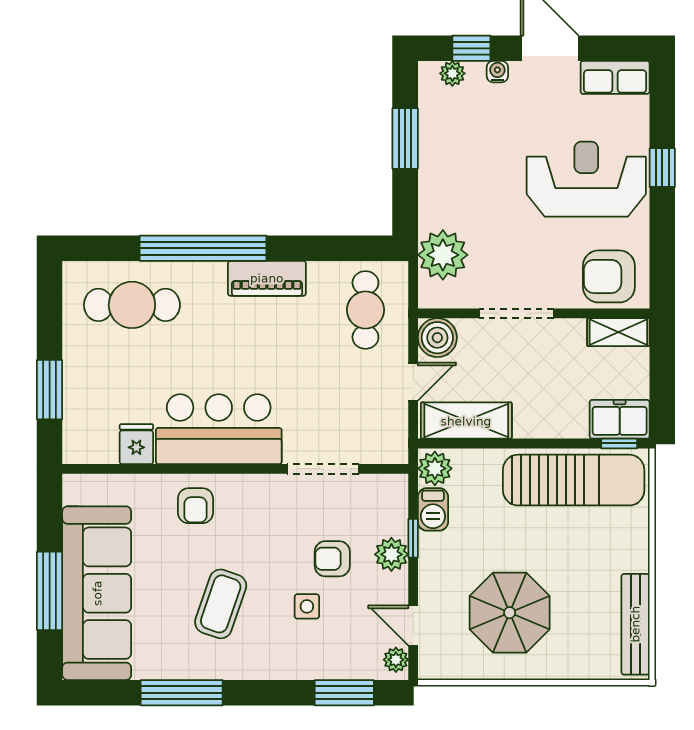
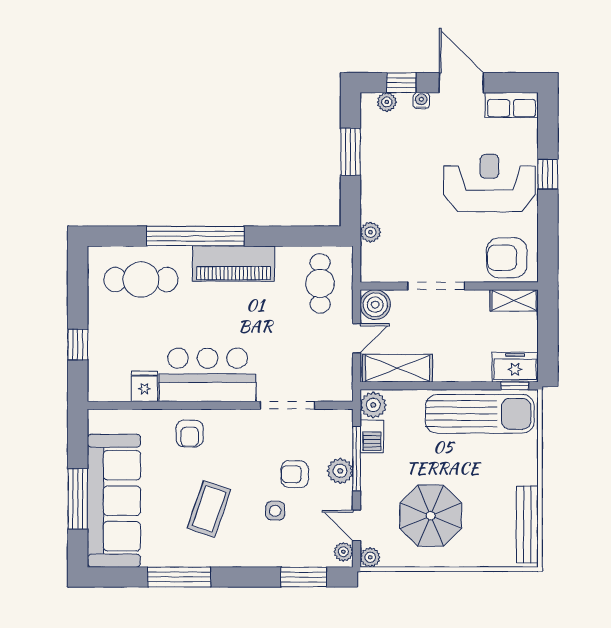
plant: (443, 255) -> (370, 232), width x0.53, depth x0.53
piano: (267, 278) -> (234, 264), width x1.37, depth x1.33
window: (50, 390) -> (78, 345), width x0.67
window: (413, 538) -> (357, 459), width x2.17
plant: (431, 667) -> (370, 557), added

